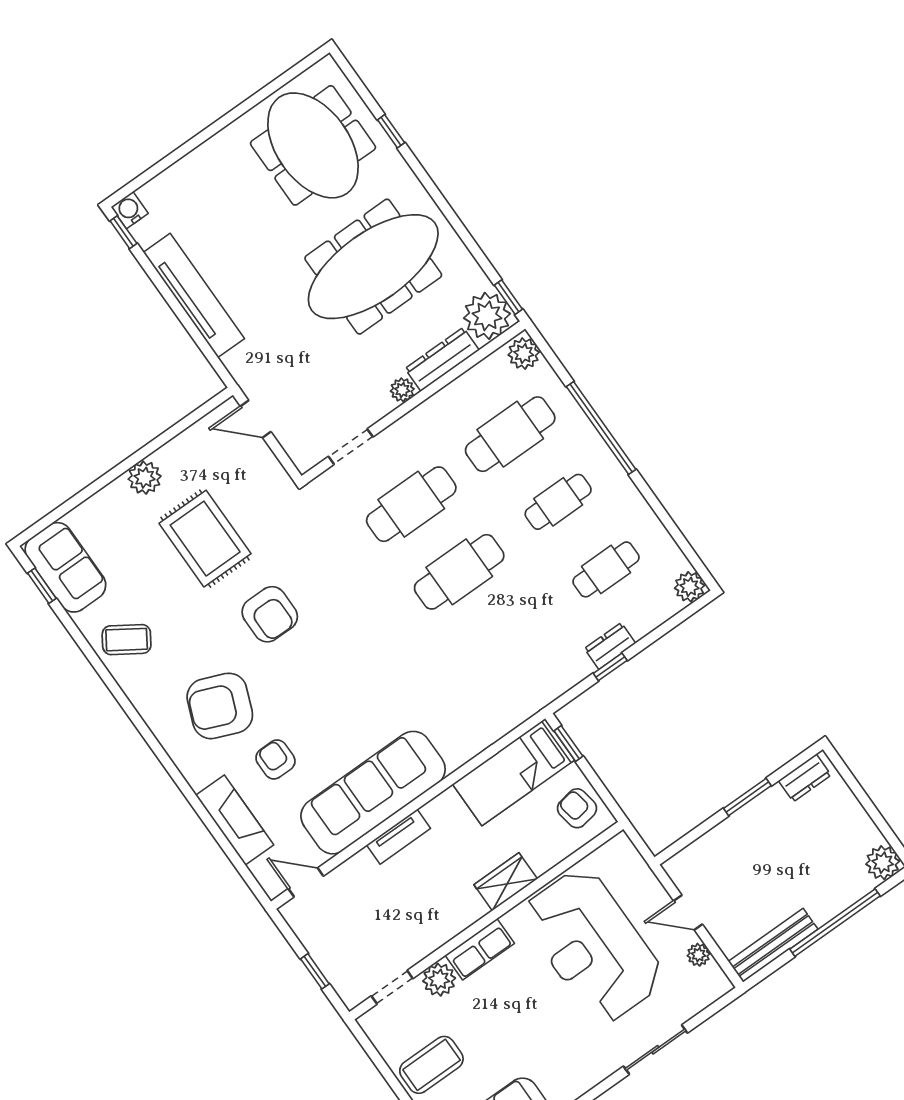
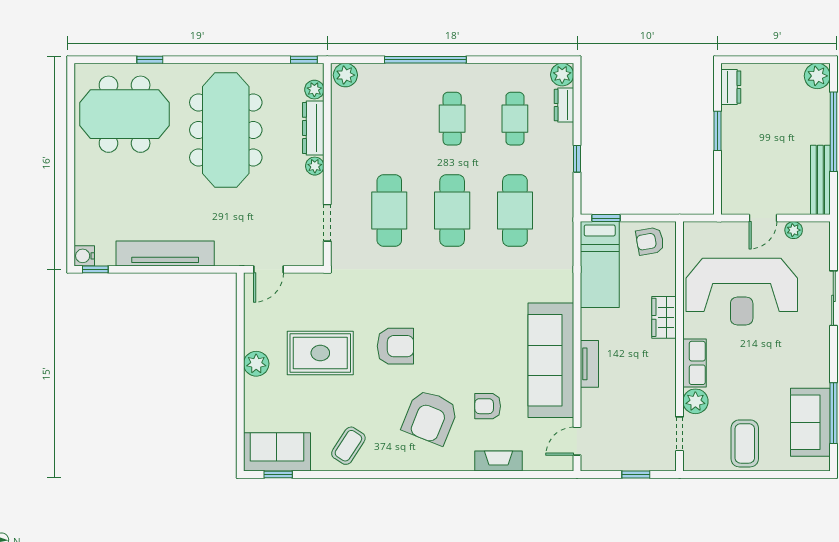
plant: (487, 316) -> (314, 90), width x0.53, depth x0.53
cafe table: (510, 434) -> (515, 210), moved
dresser: (610, 646) -> (564, 105), moved
fireplace: (235, 820) -> (499, 461), width x0.73, depth x0.76

